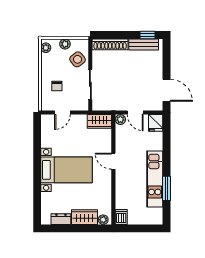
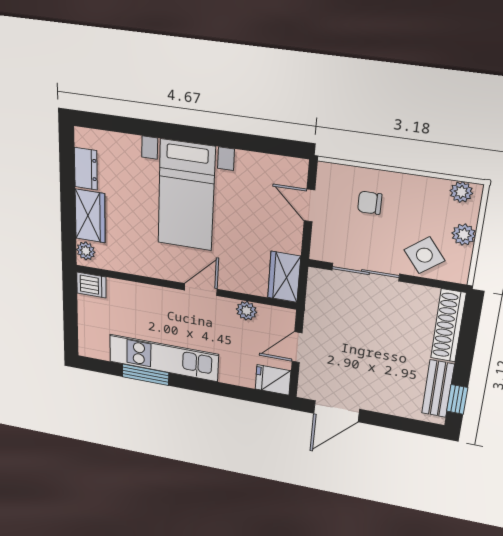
plant: (120, 119) -> (246, 311), moved

